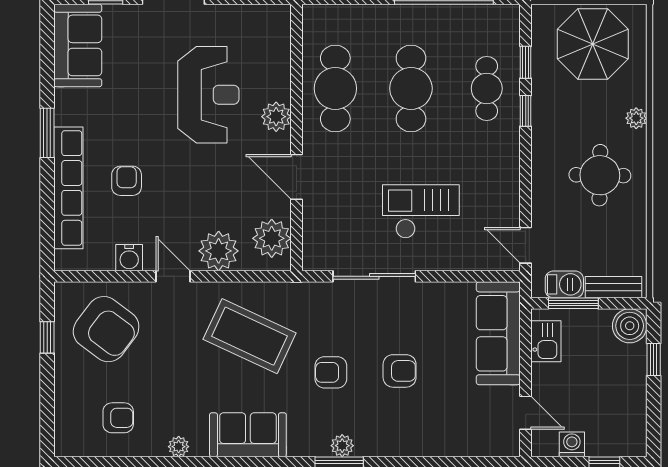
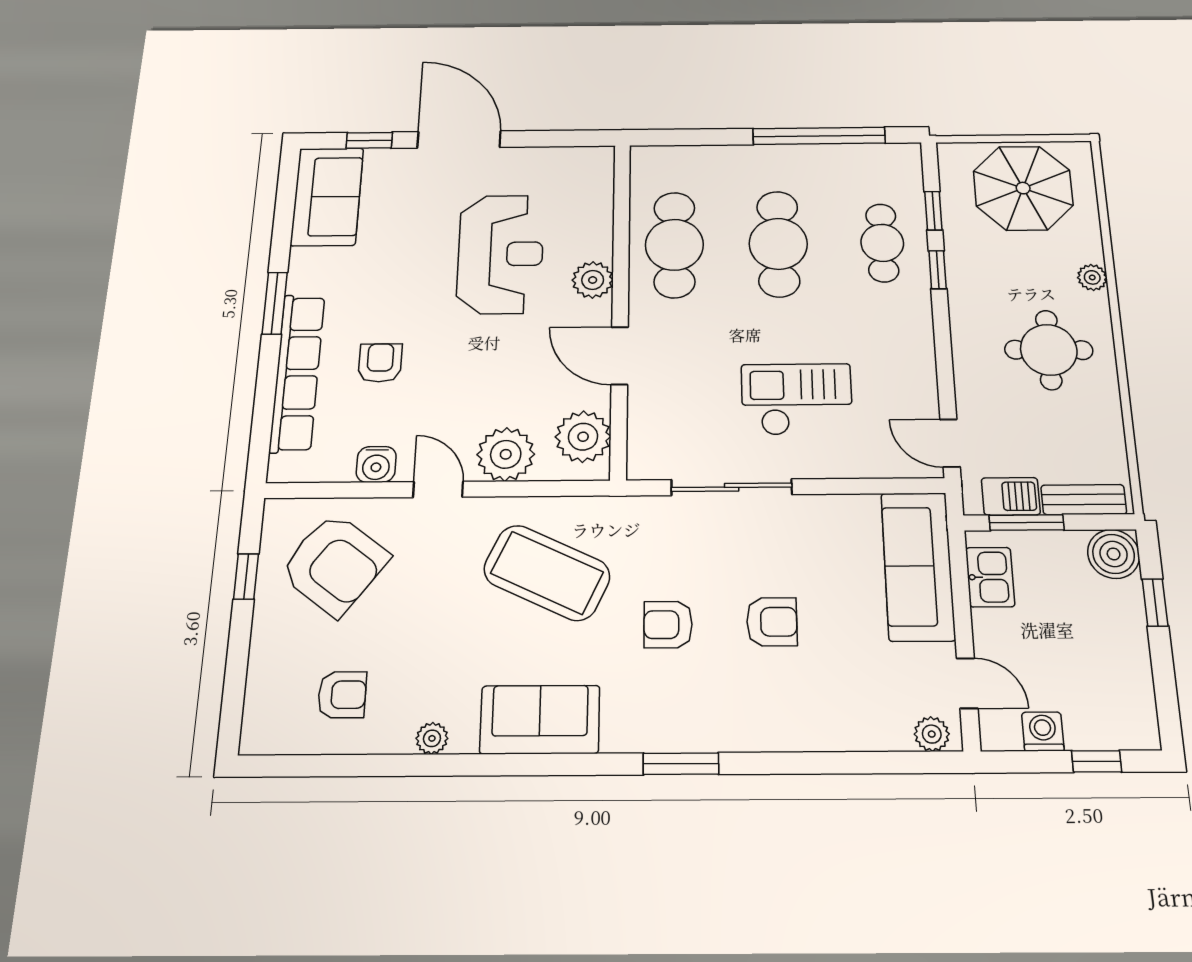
plant: (342, 446) -> (932, 734), moved

